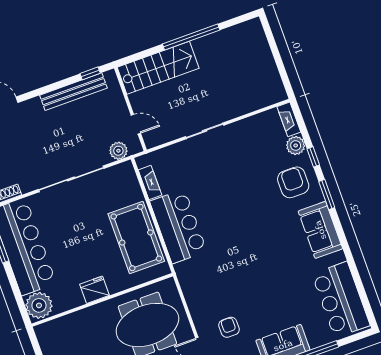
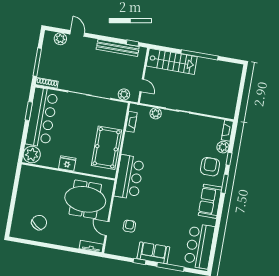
plant: (177, 152) -> (156, 113), added
bar counter: (178, 226) -> (129, 177), moved

